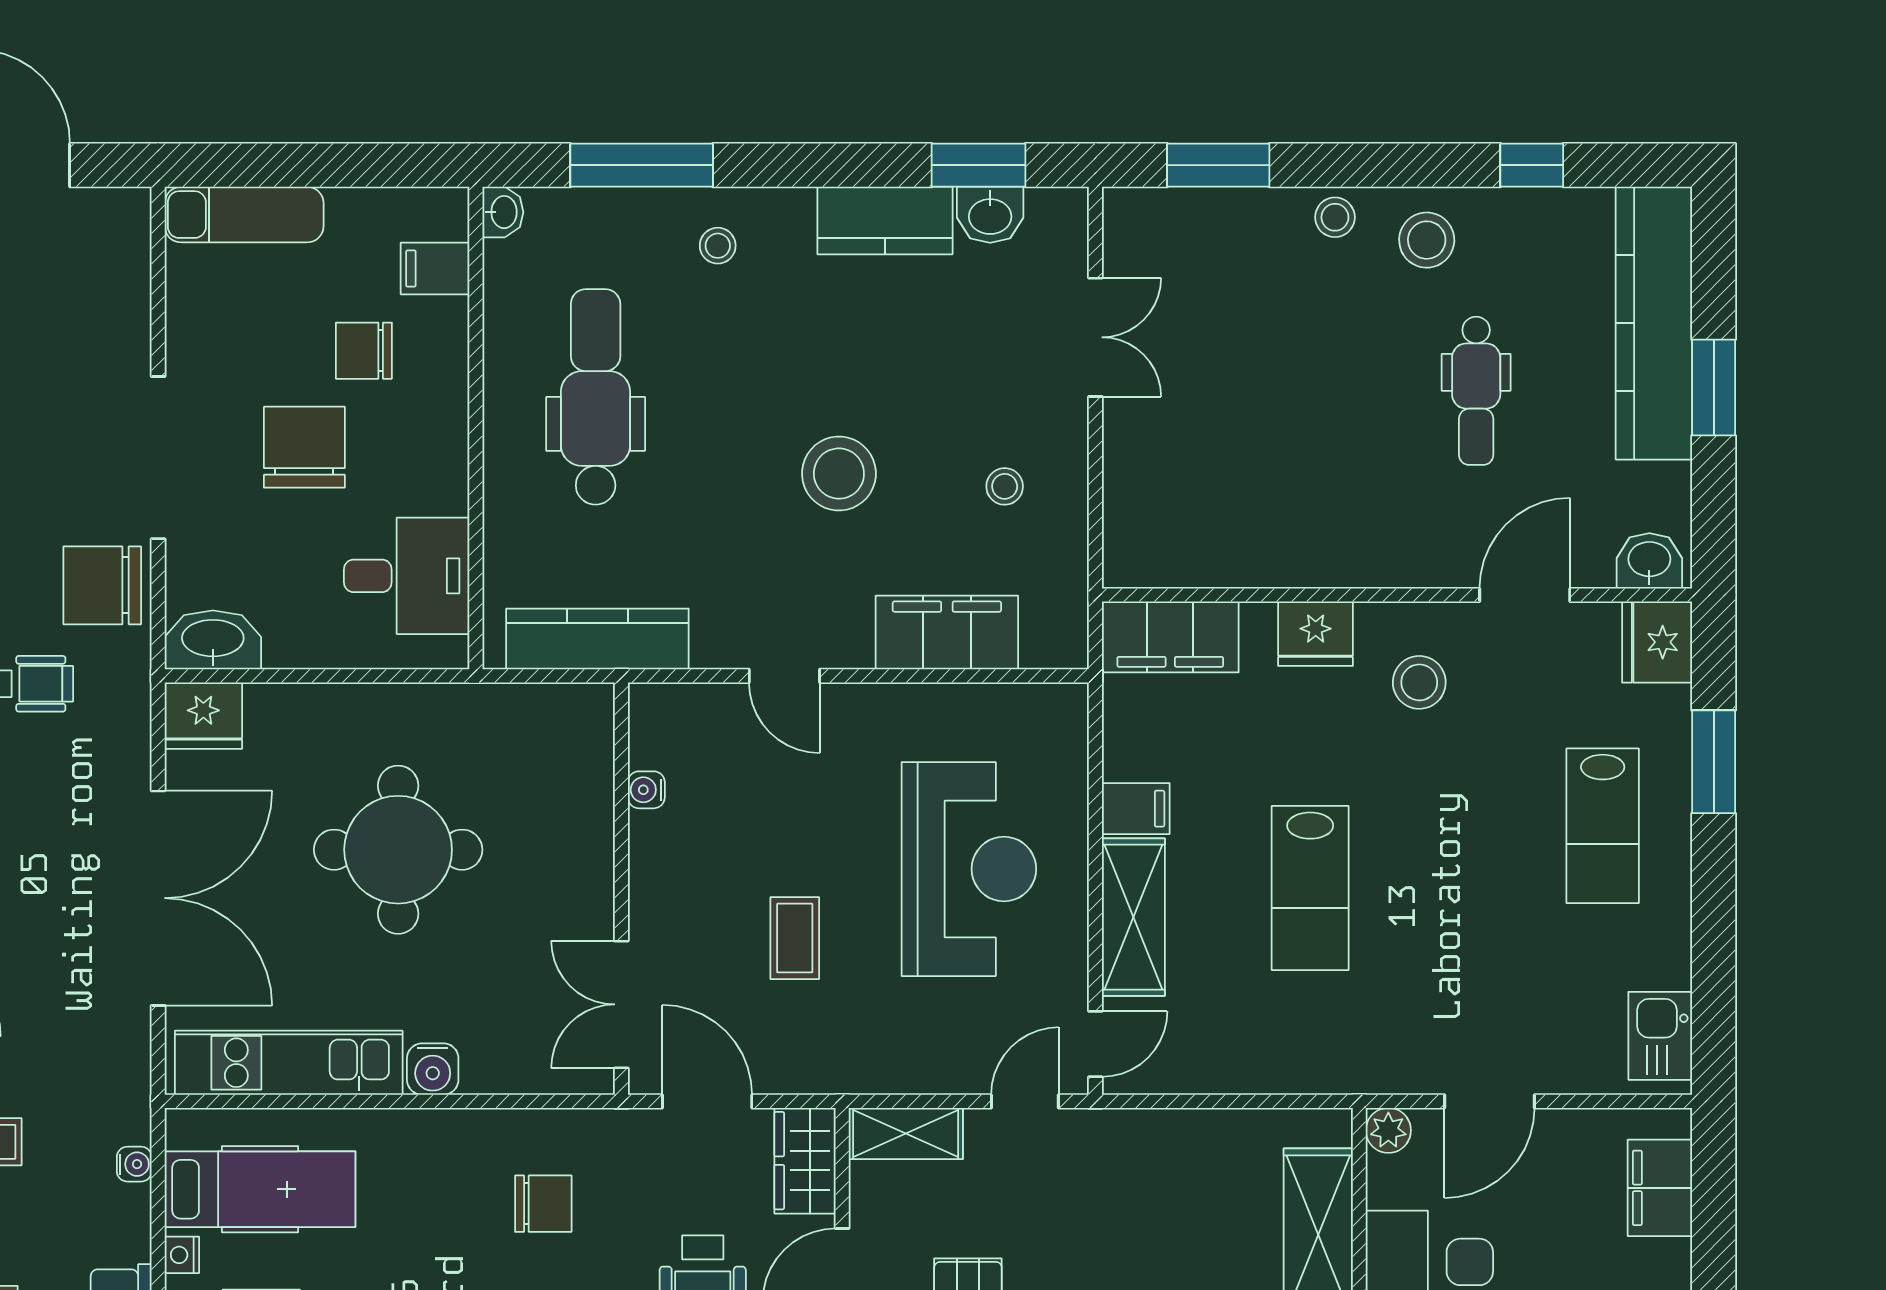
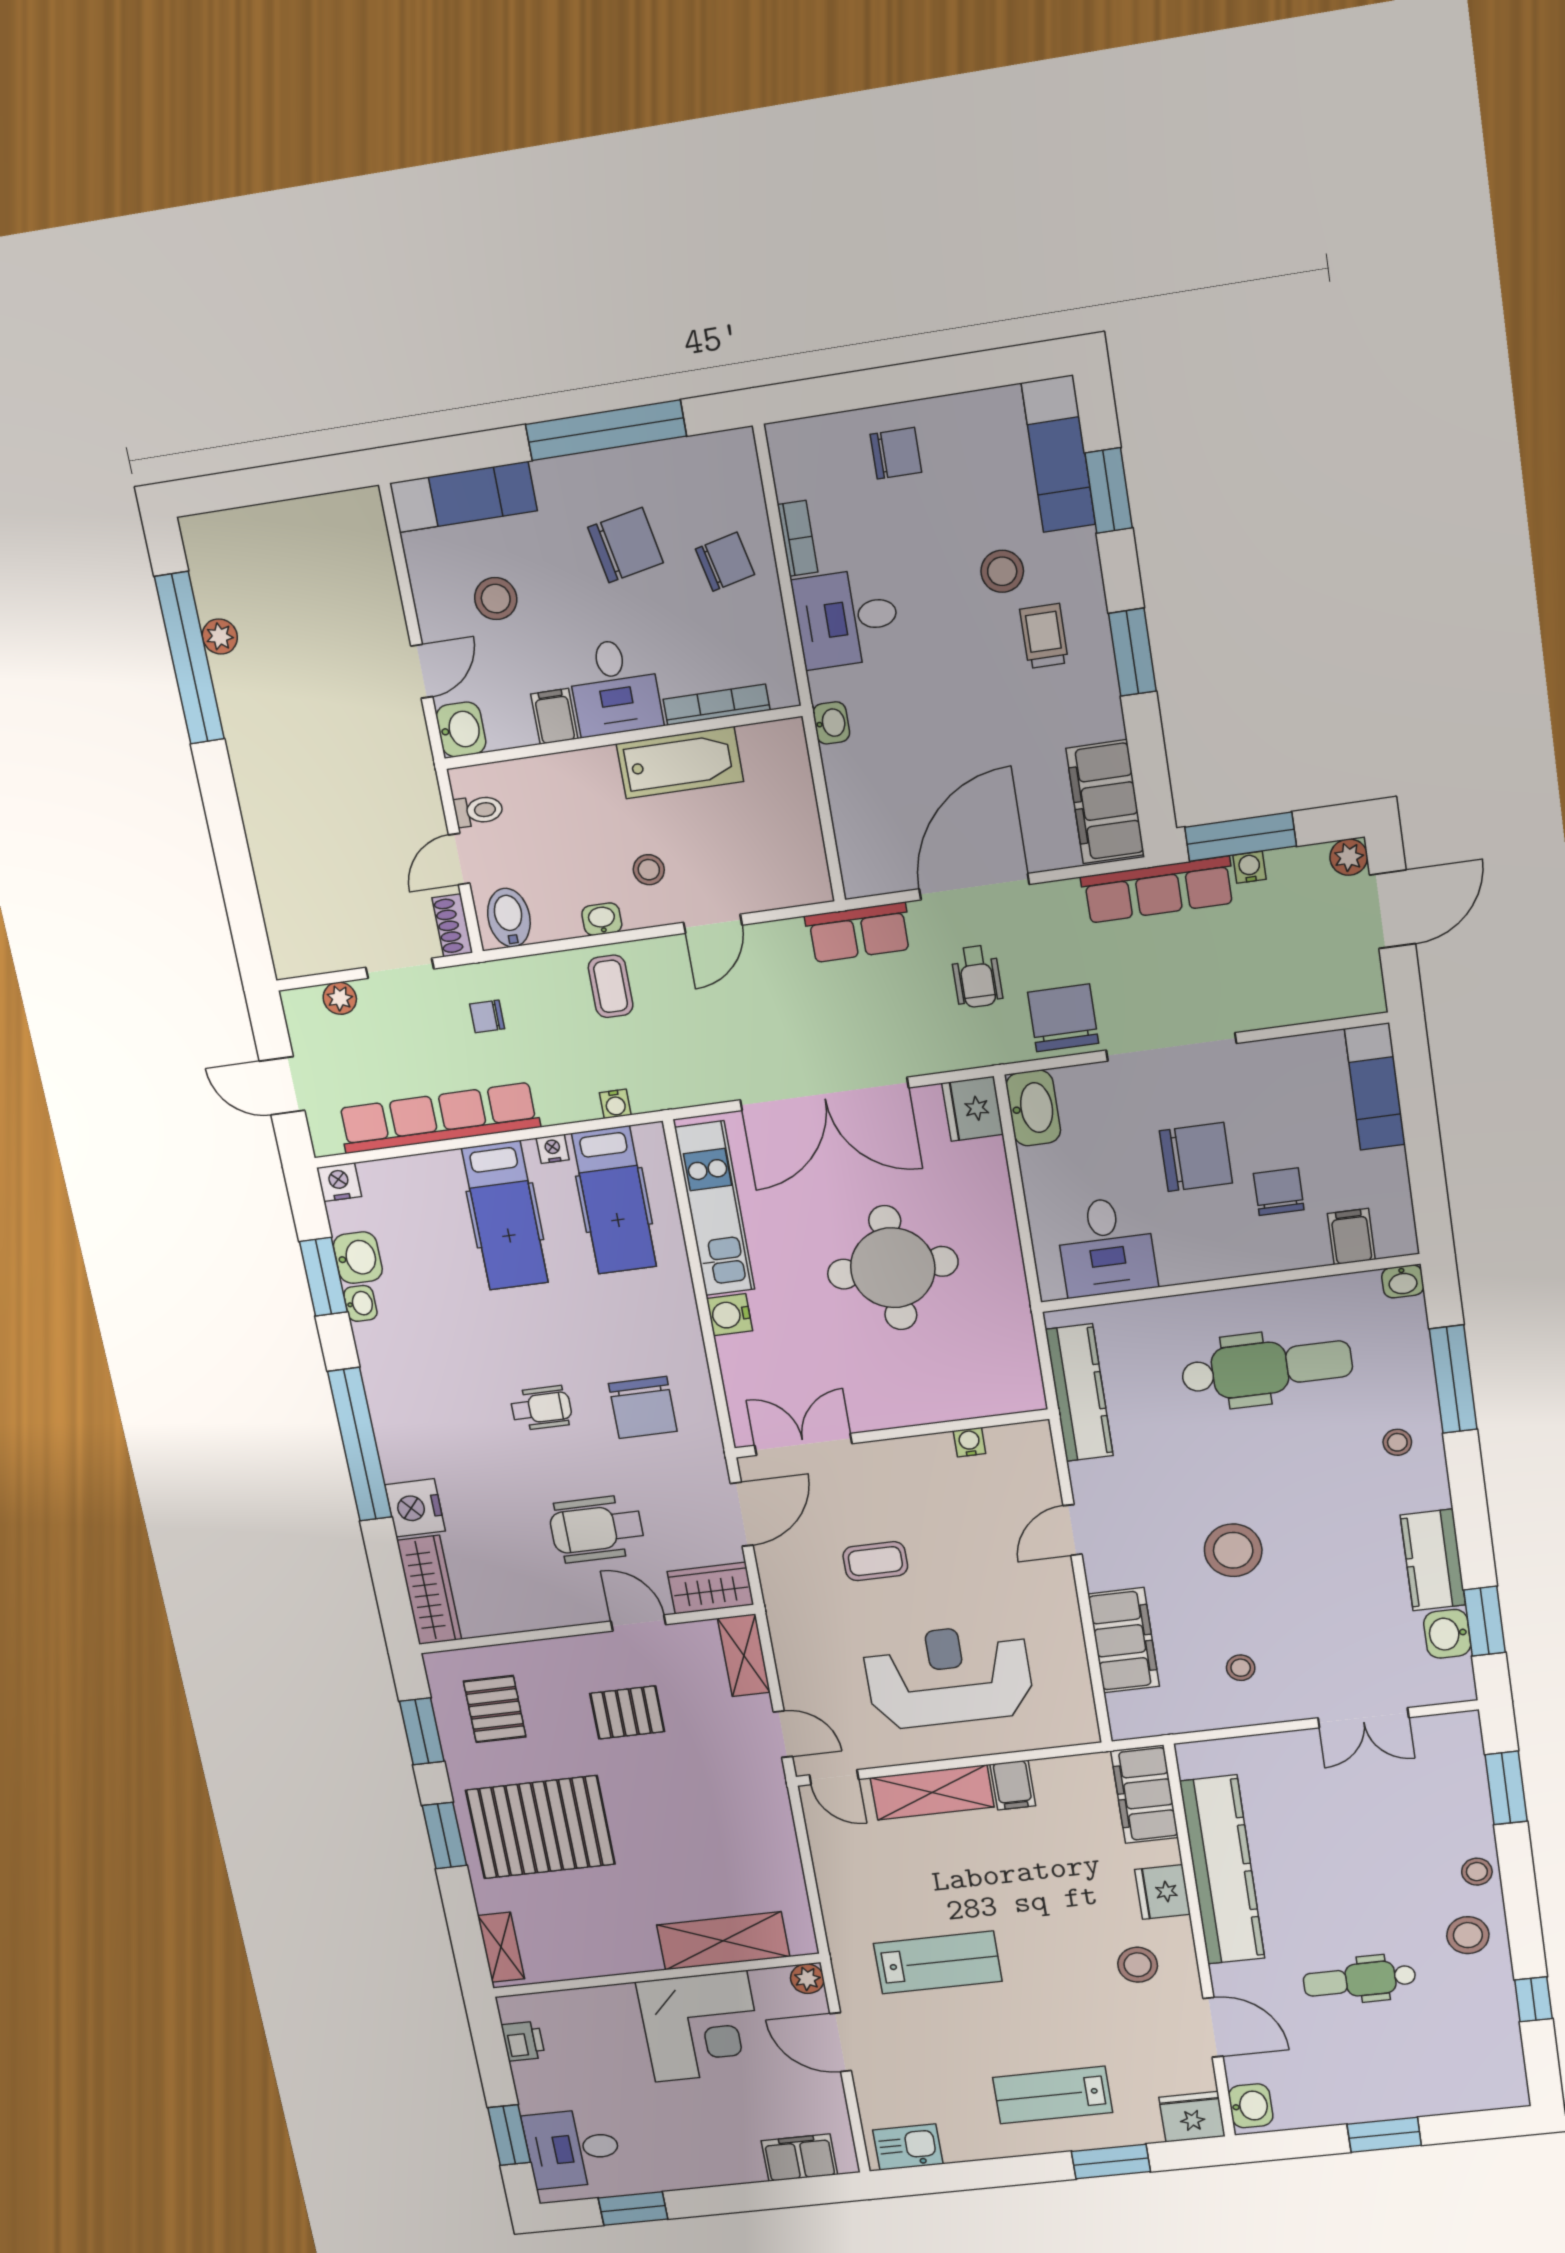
kitchen counter: (1654, 323) -> (1222, 1870), moved, turned 90
reception desk: (969, 869) -> (948, 1676), turned 180
lab bench: (1310, 888) -> (938, 1962), moved, turned 180
chair: (543, 1204) -> (643, 1407), width x1.37, depth x1.37

